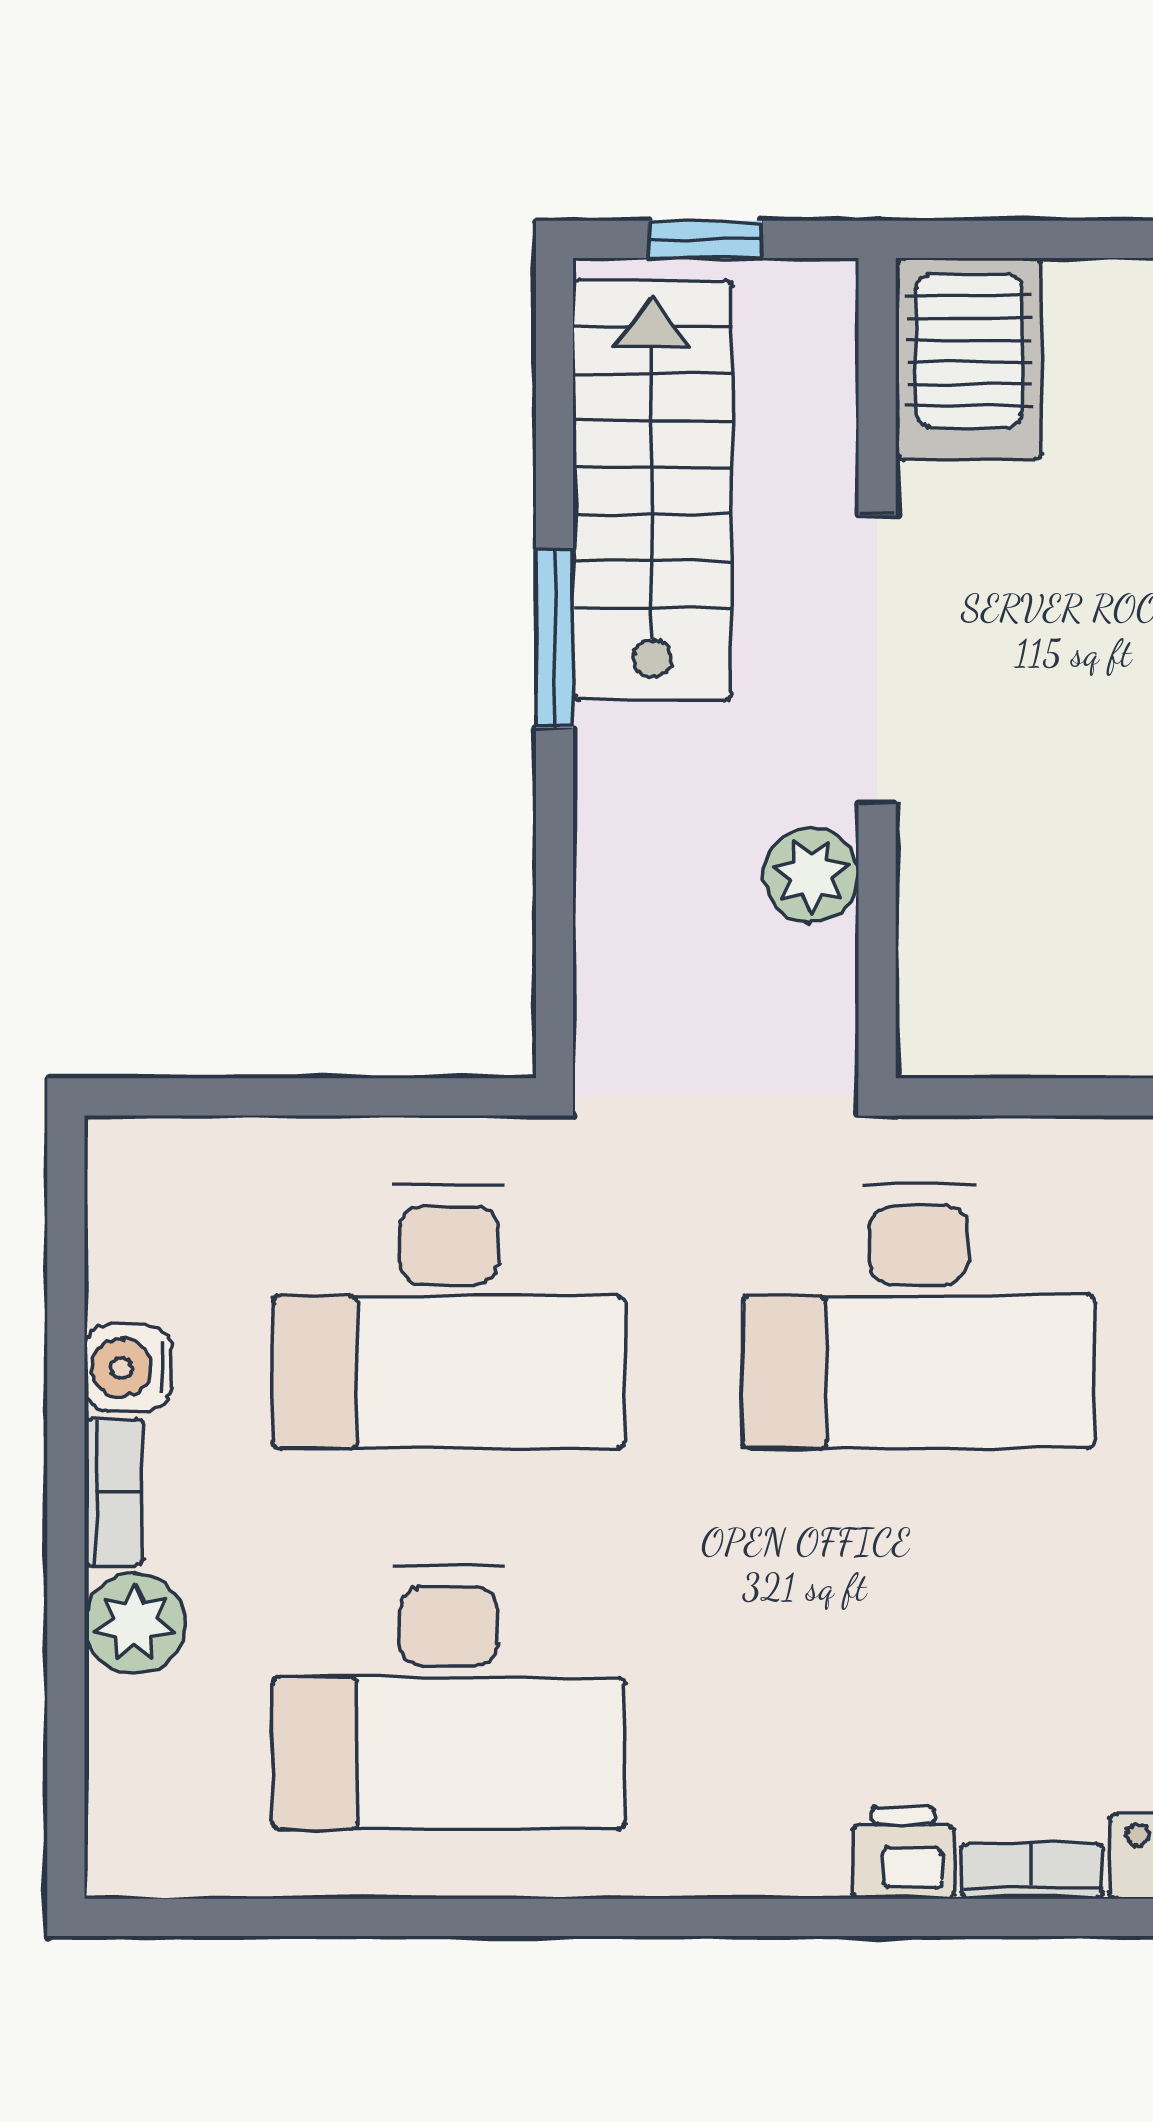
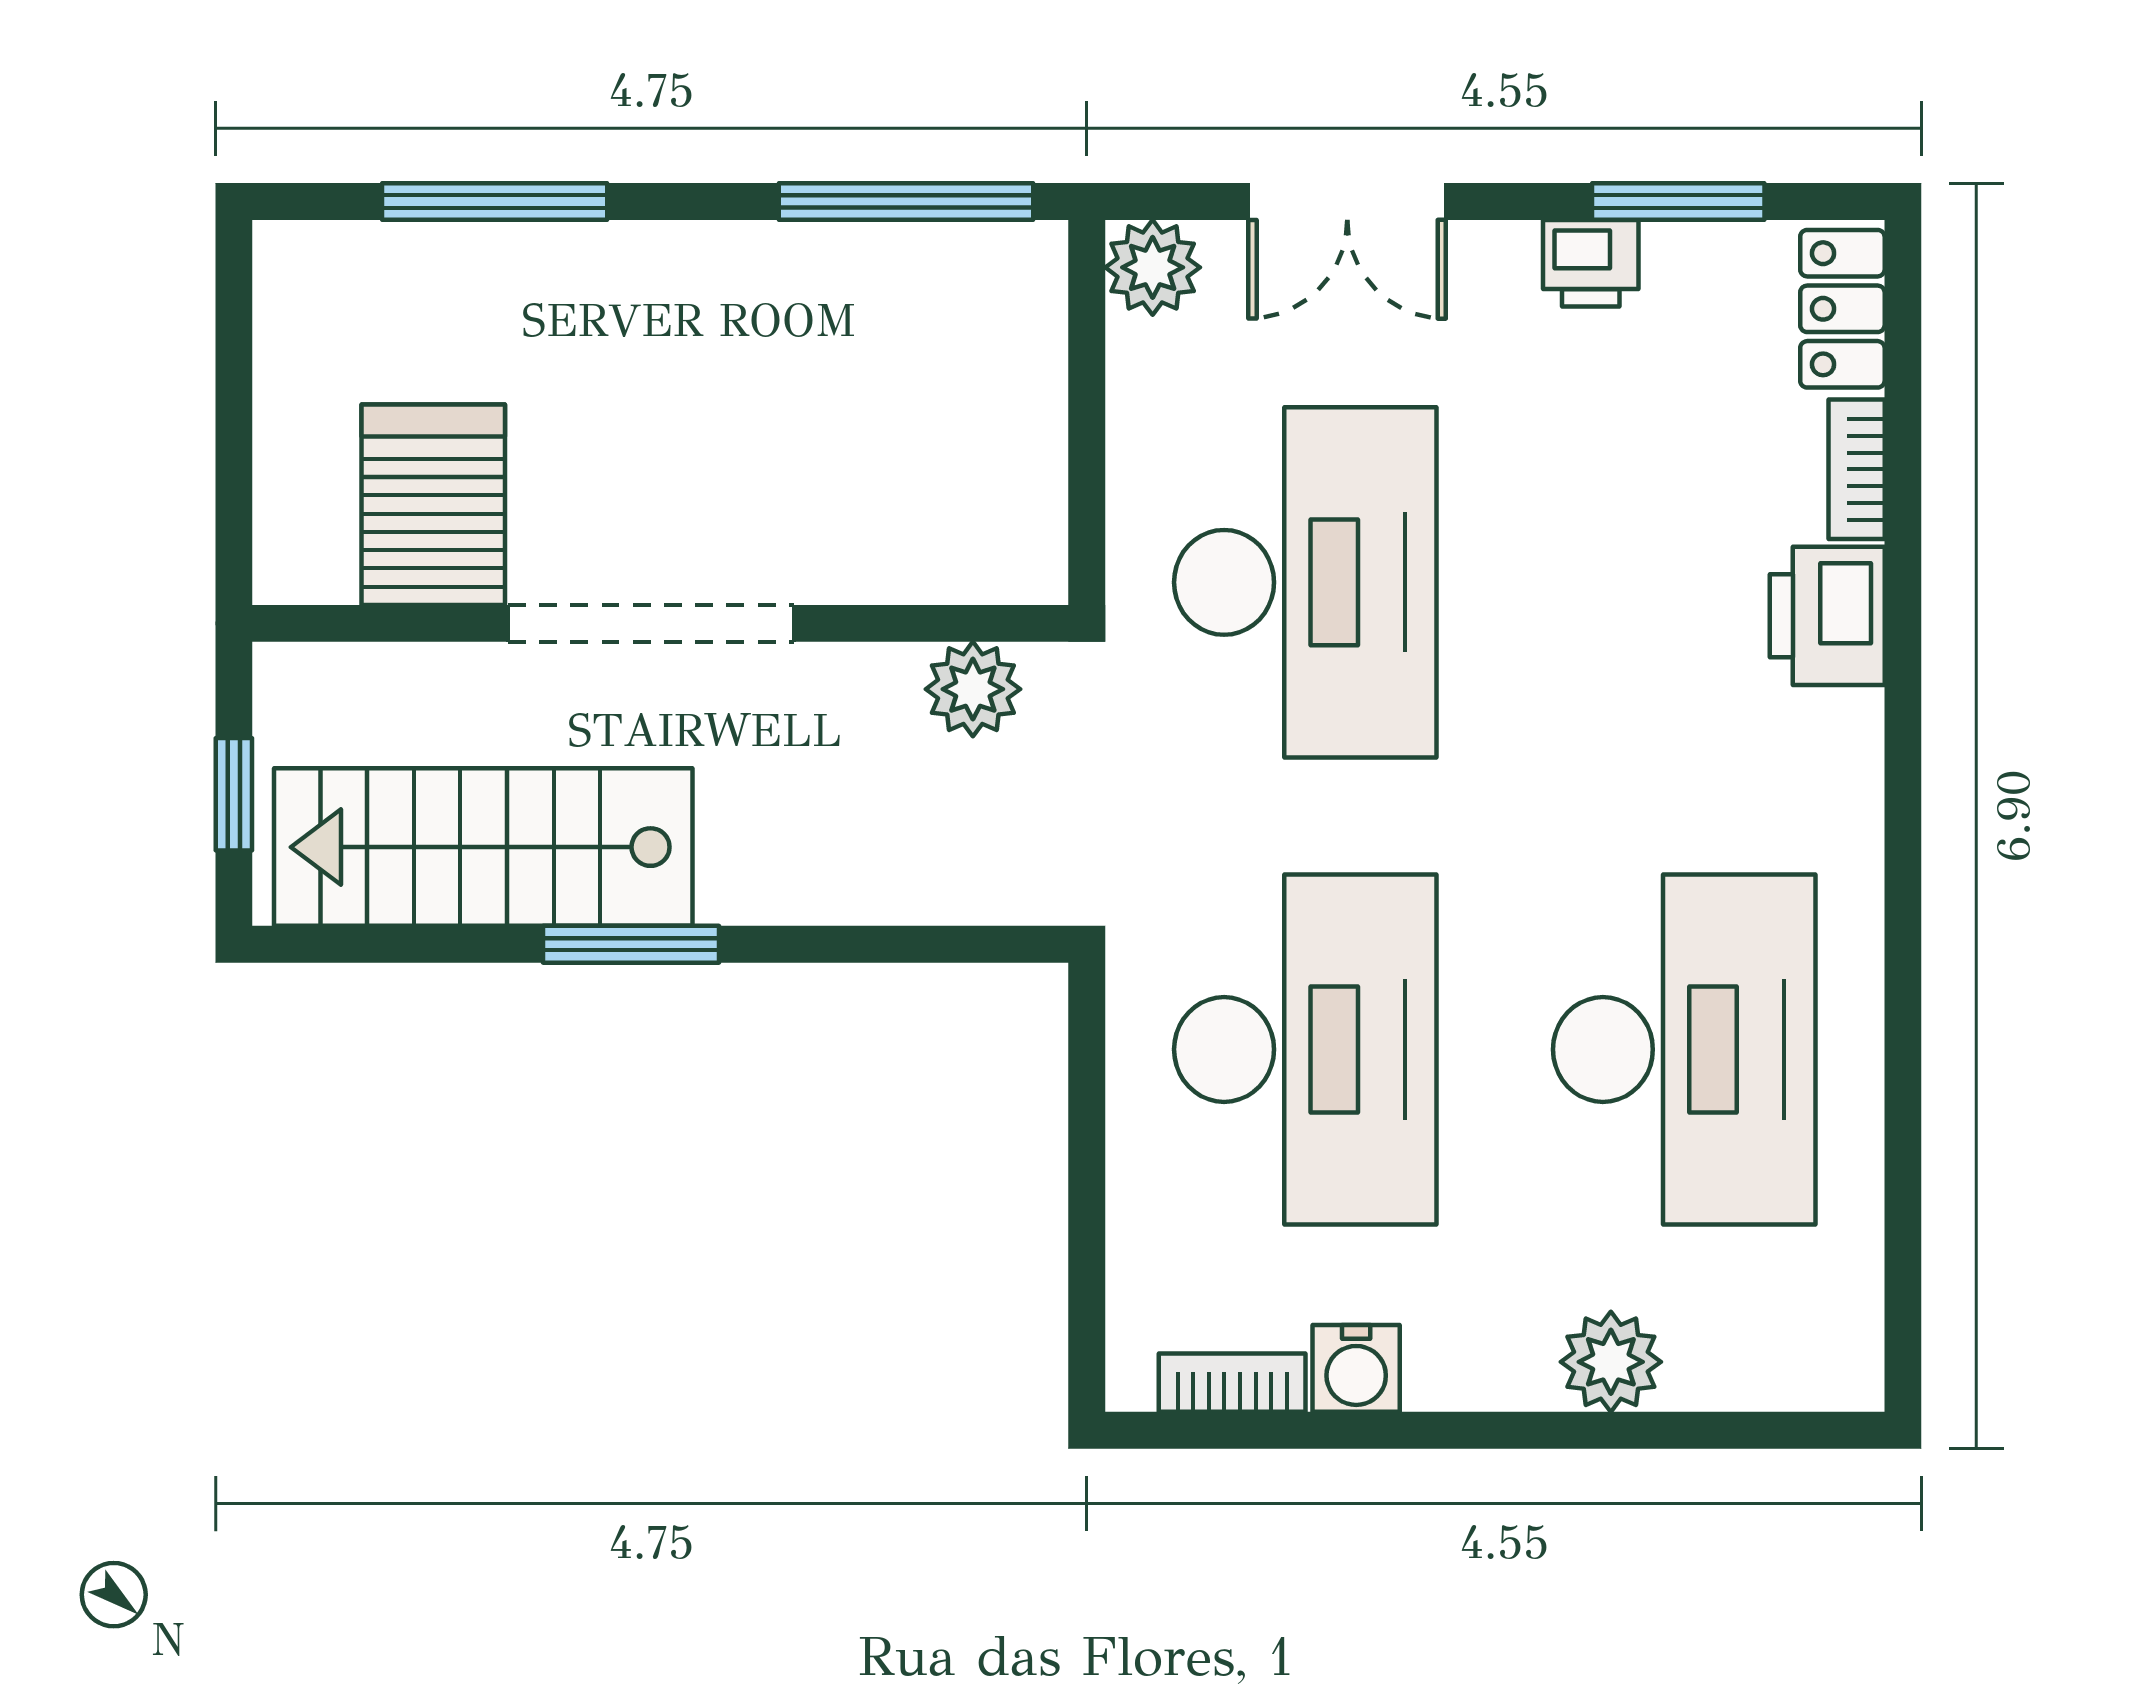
server rack: (969, 359) -> (433, 505), moved, turned -90
plant: (811, 875) -> (973, 689), moved
bookcase: (114, 1492) -> (1232, 1383), moved
printer: (903, 1852) -> (1827, 616), width x1.36, depth x1.24

